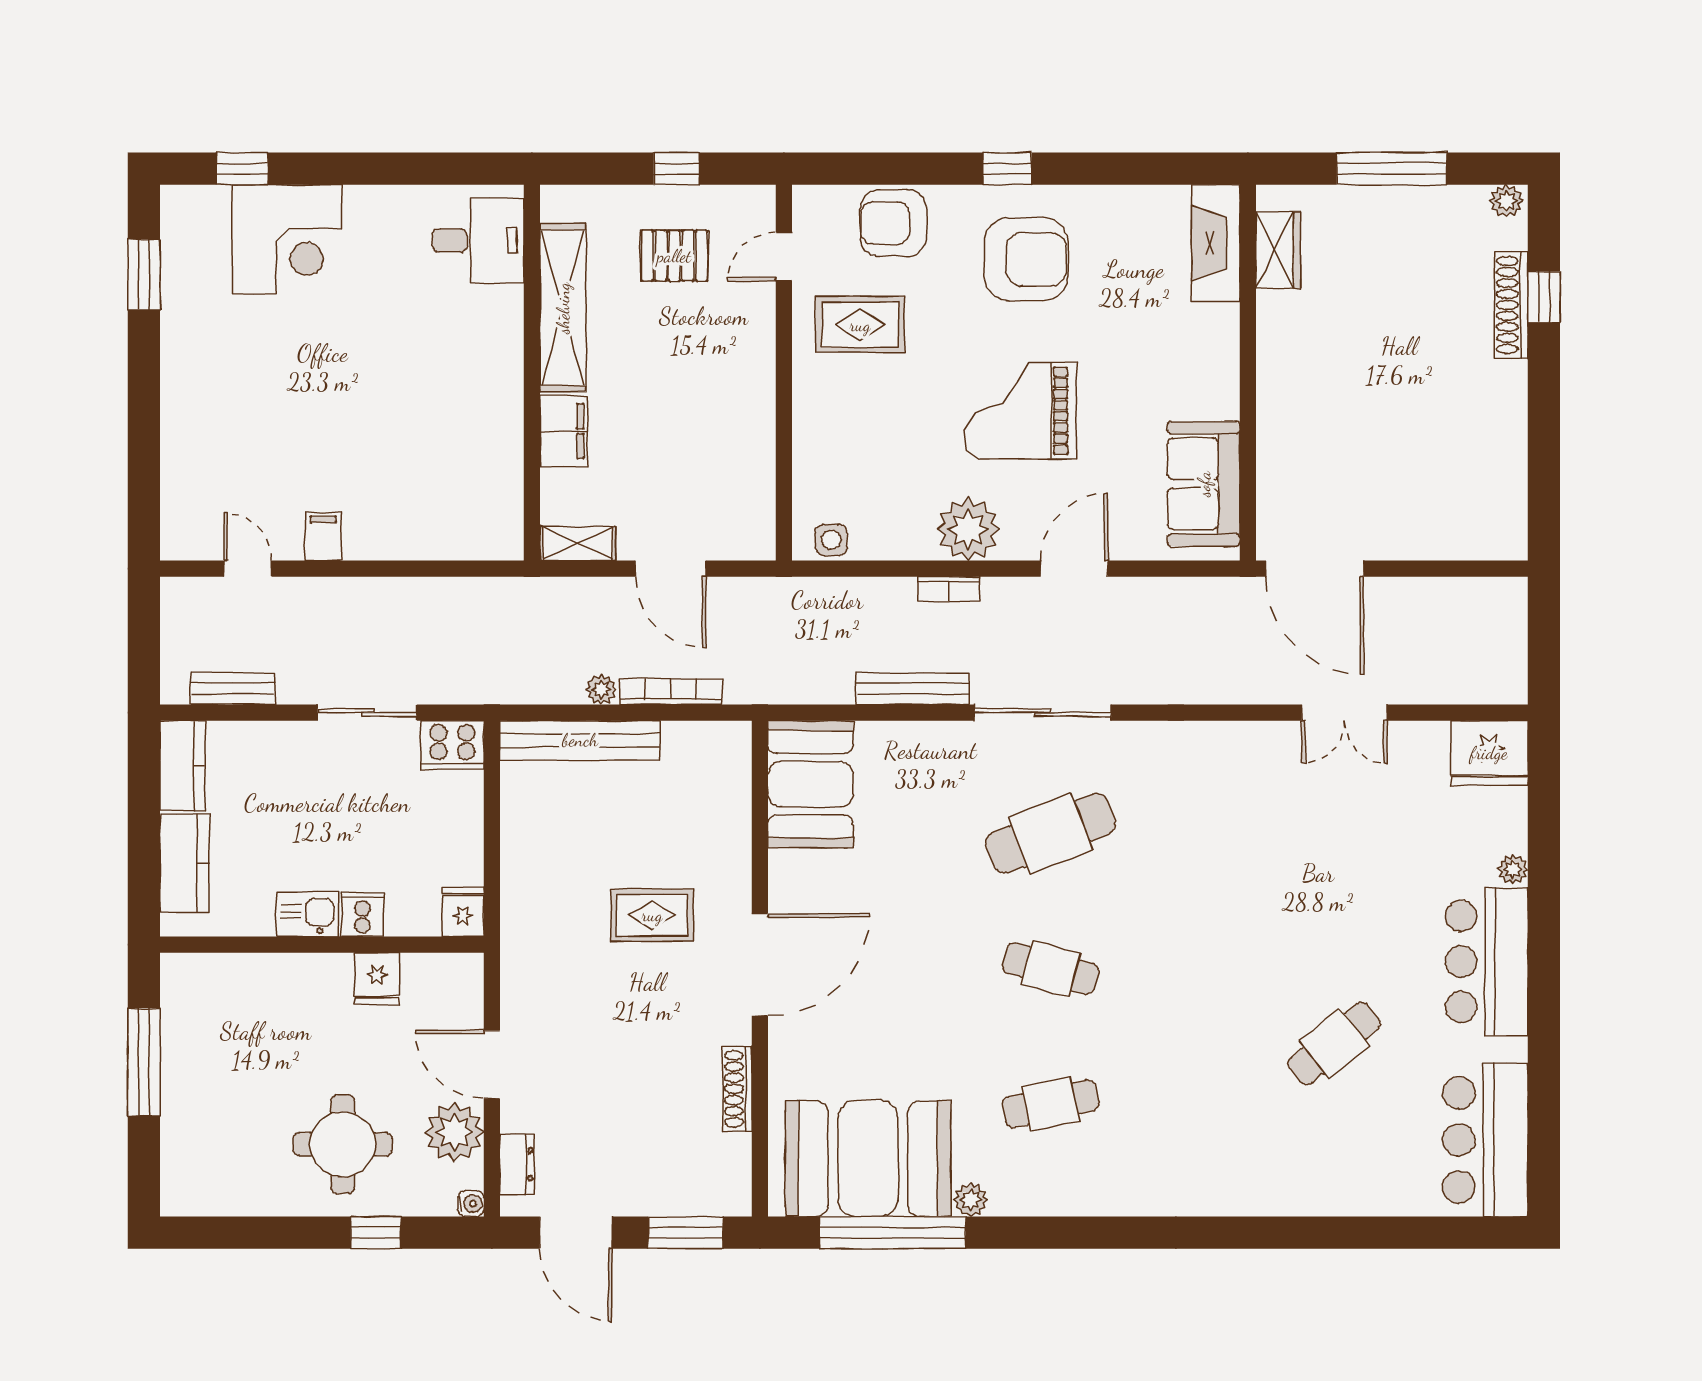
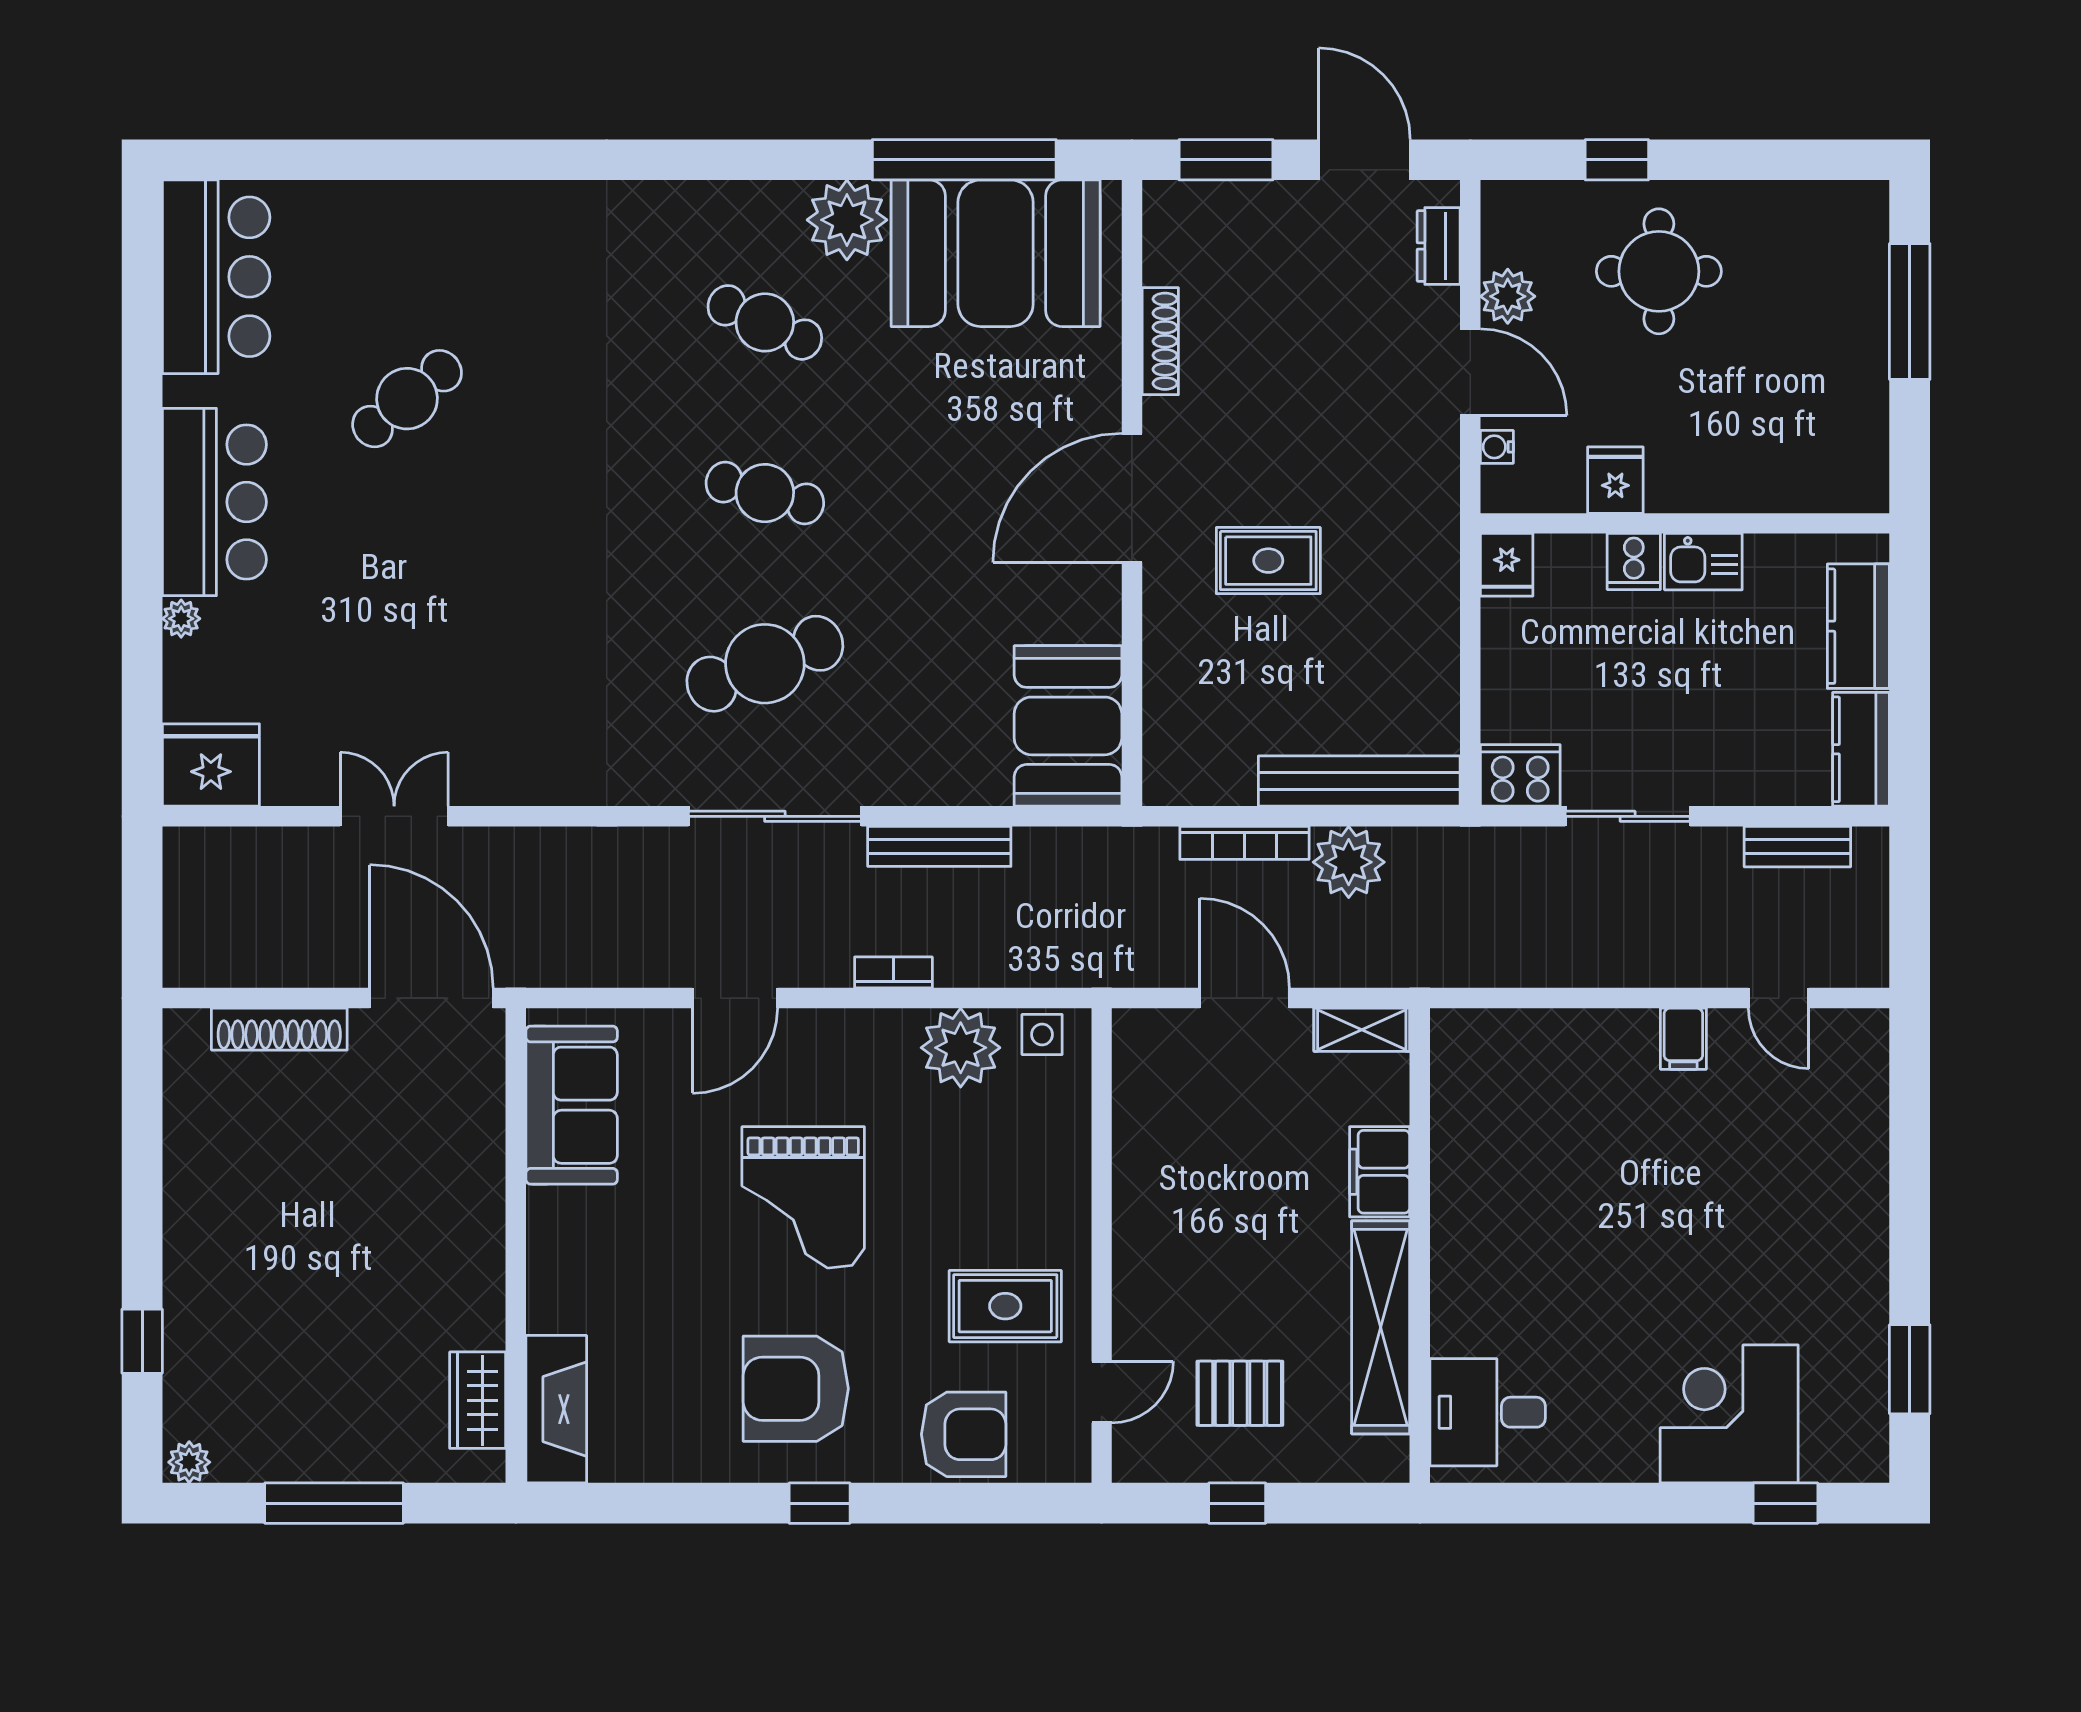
shoe rack: (1511, 305) -> (279, 1029), moved, turned 90
grand piano: (1020, 411) -> (803, 1197), turned 90
plant: (968, 529) -> (961, 1048), moved
plant: (601, 690) -> (1349, 862), width x1.88, depth x1.88
window: (144, 1062) -> (1910, 312), moved
cafe table: (1051, 1104) -> (765, 322), turned 36
plant: (454, 1132) -> (1508, 296), width x0.73, depth x0.73
plant: (971, 1200) -> (847, 220), width x1.88, depth x1.88
water cooler: (471, 1204) -> (1497, 447), moved

